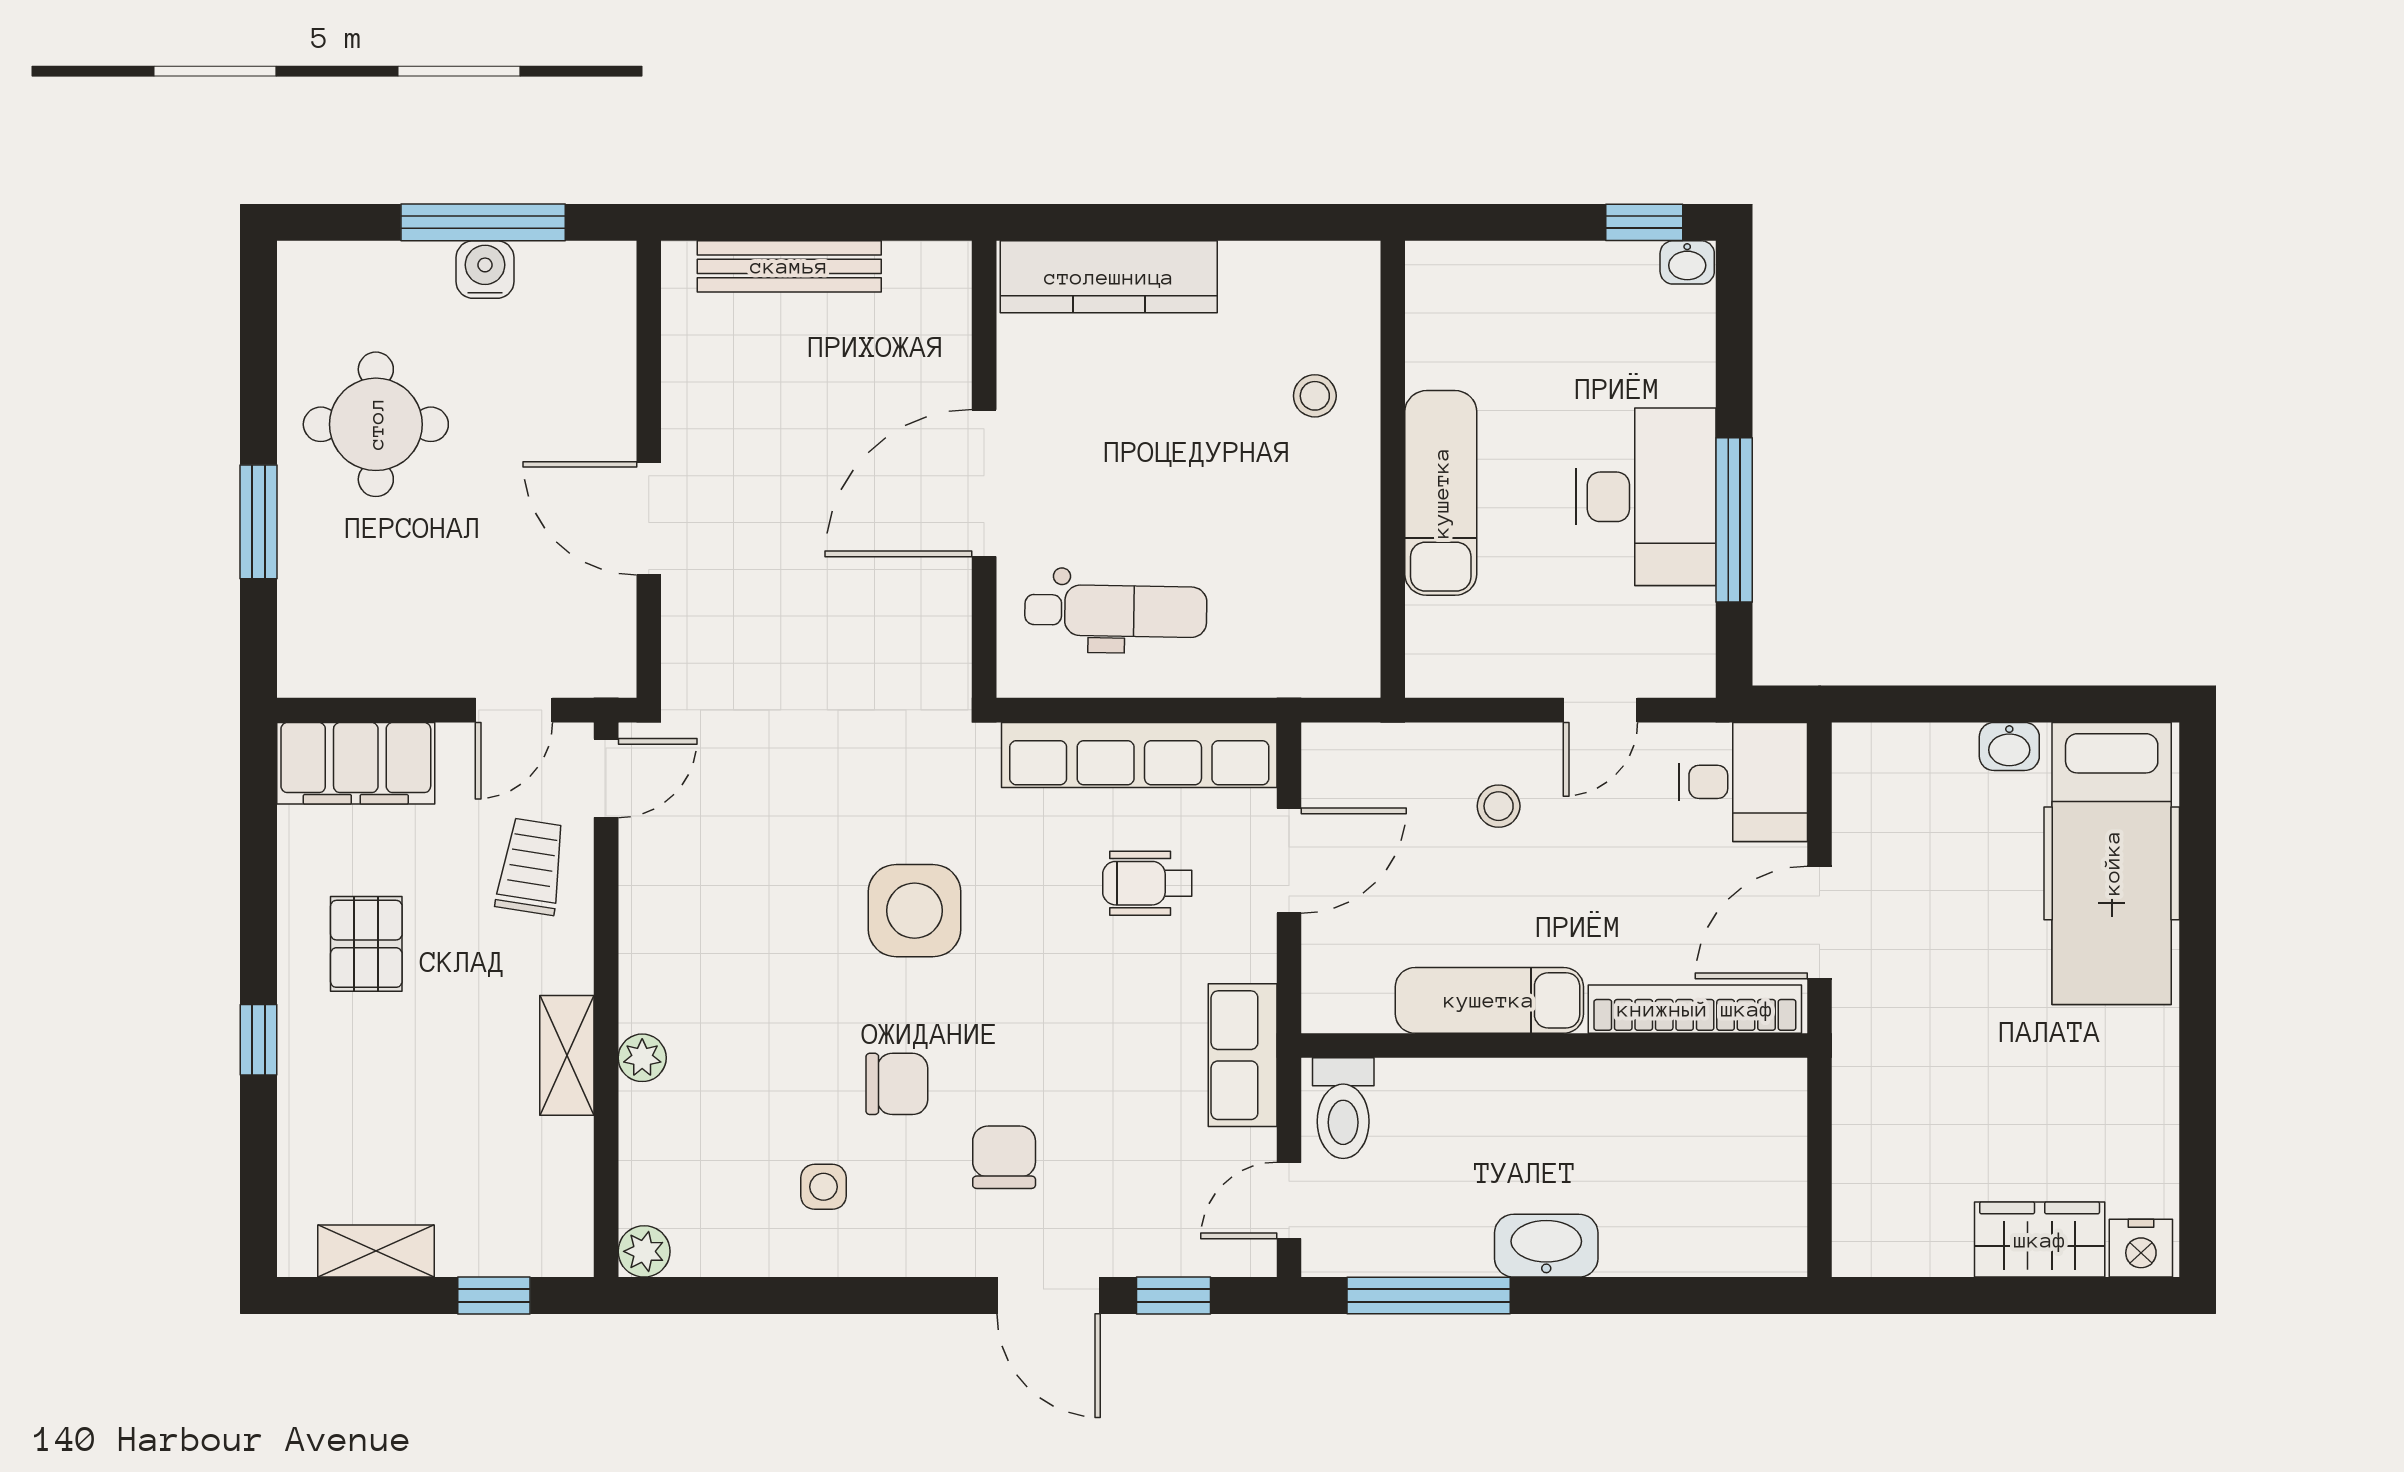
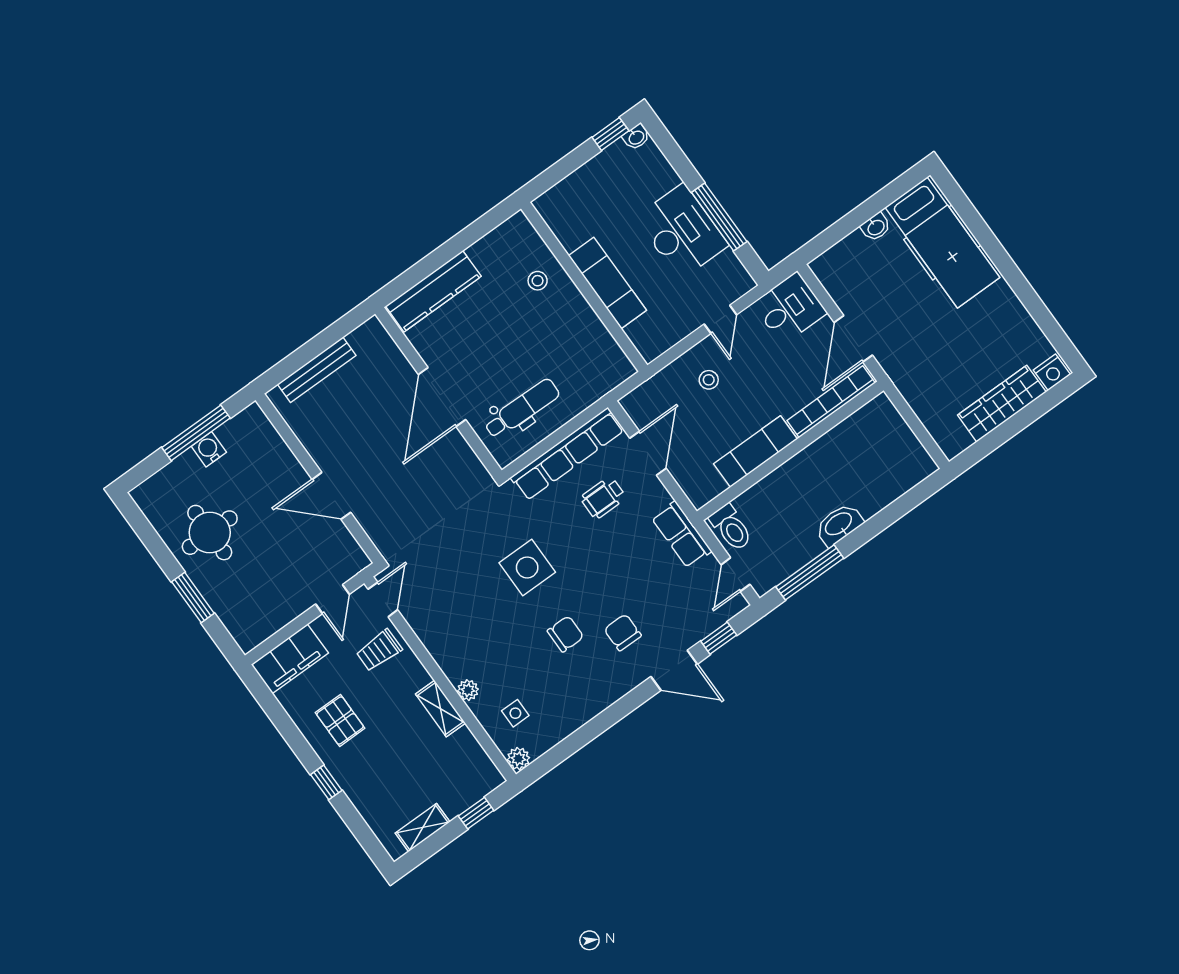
trolley: (531, 867) -> (379, 650), turned -99
side table: (823, 1187) -> (515, 713), moved
wardrobe: (2040, 1240) -> (1002, 404), width x1.50

